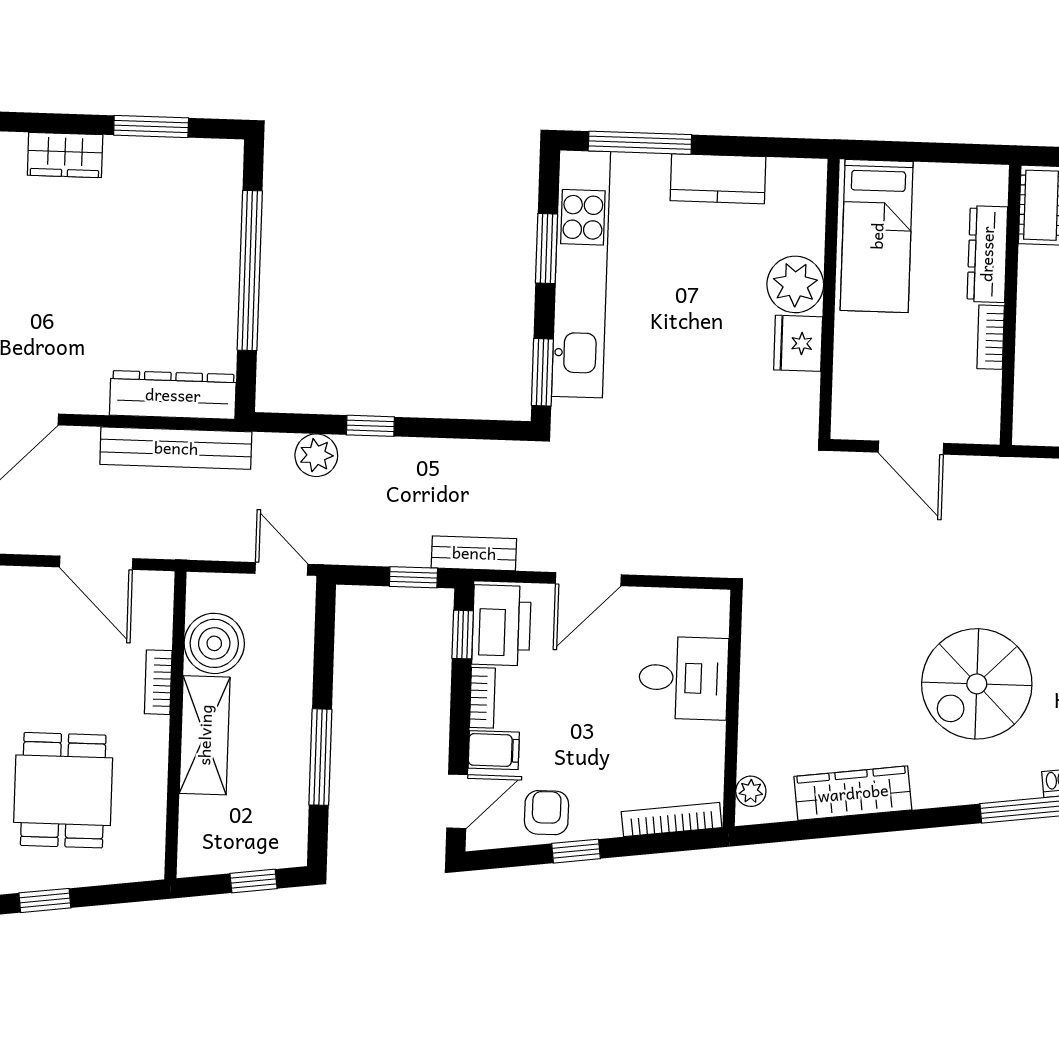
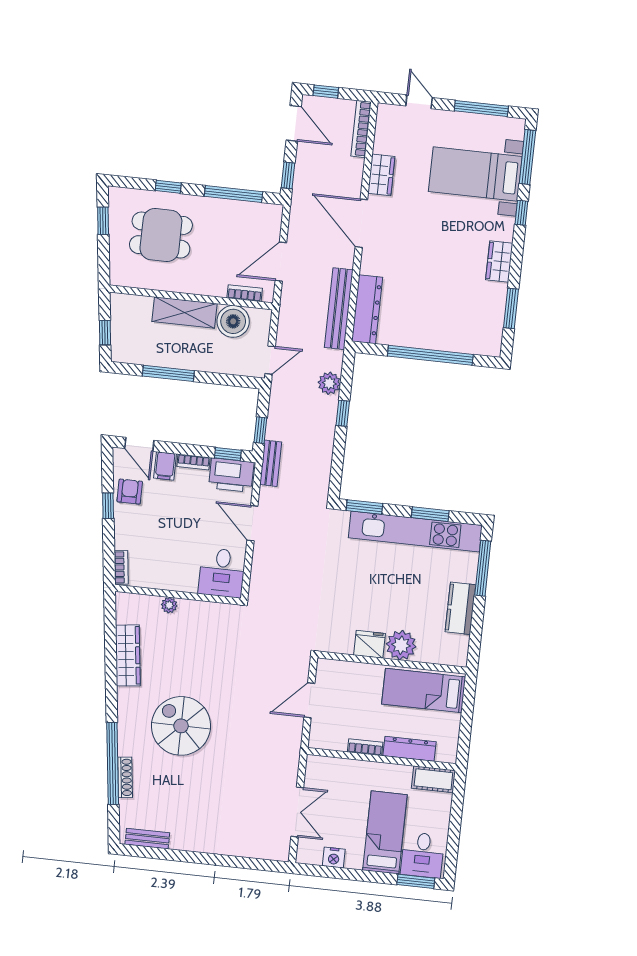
desk: (684, 678) -> (222, 573), moved
bookcase: (158, 682) -> (245, 293), moved
plant: (751, 791) -> (169, 605), moved
armchair: (546, 813) -> (130, 492), turned -90
bookcase: (672, 820) -> (121, 567), width x0.64

